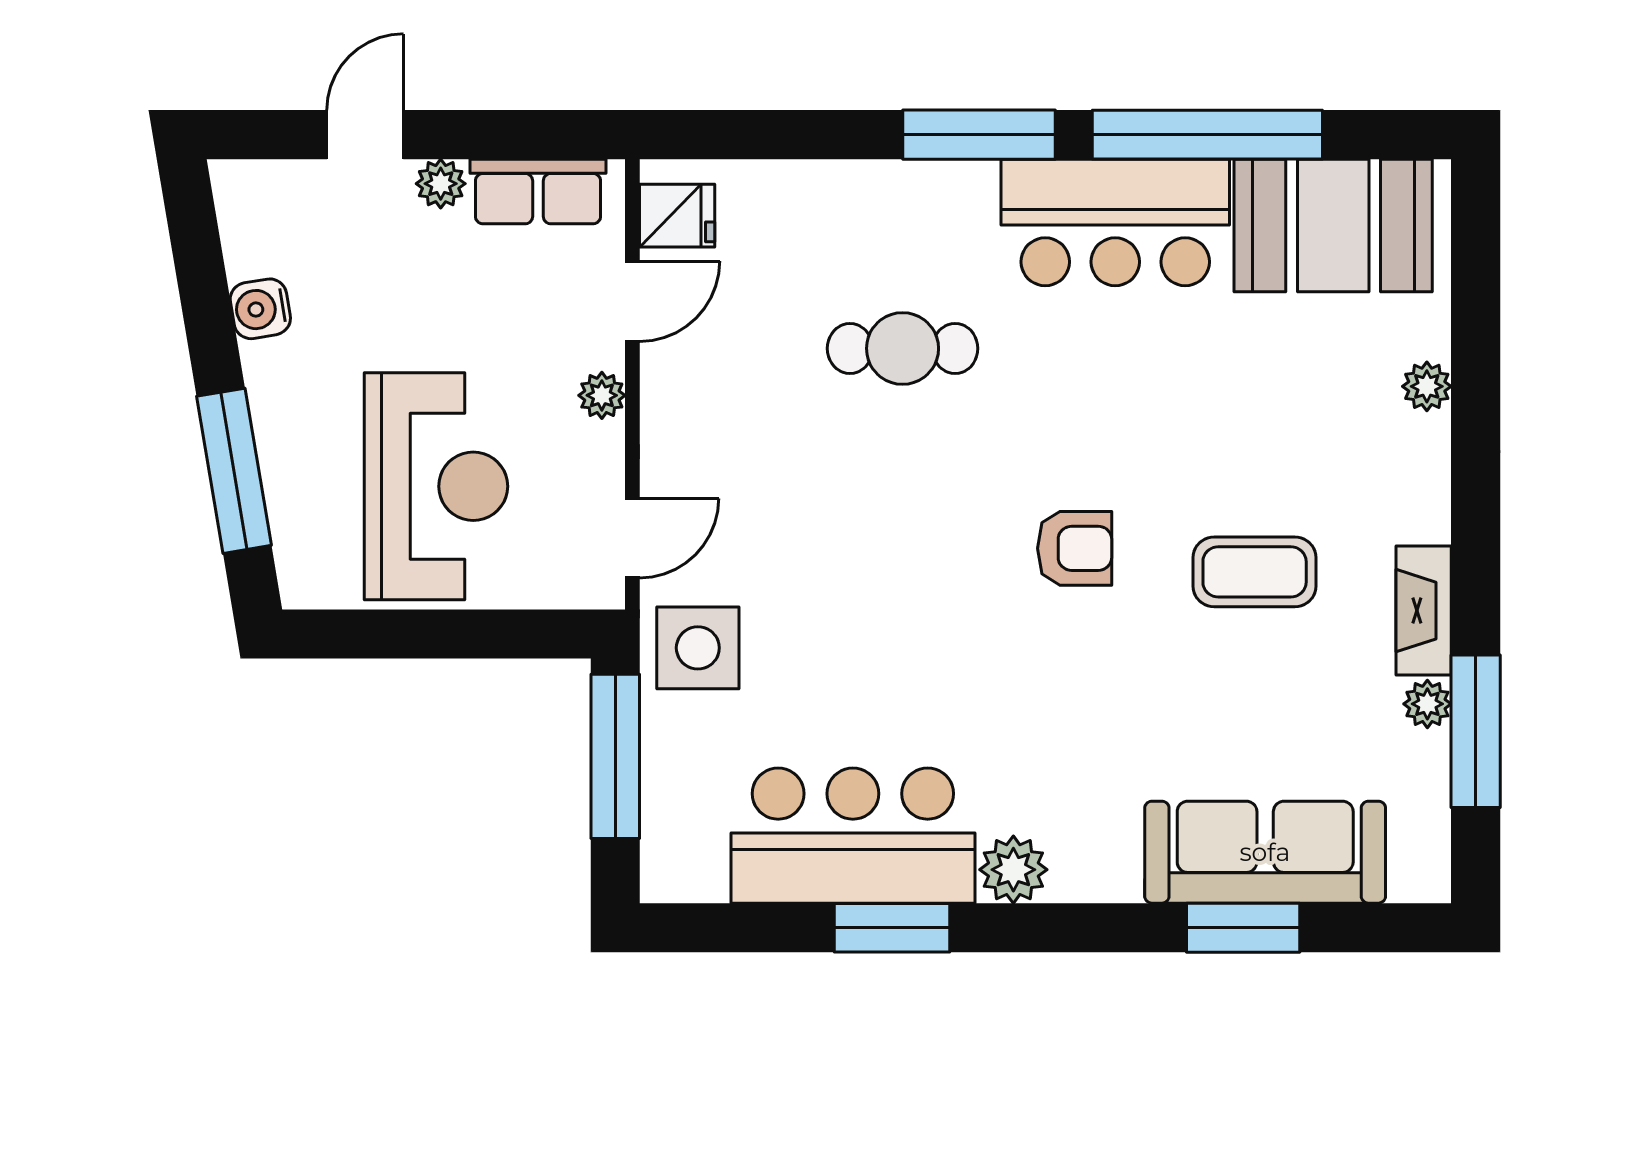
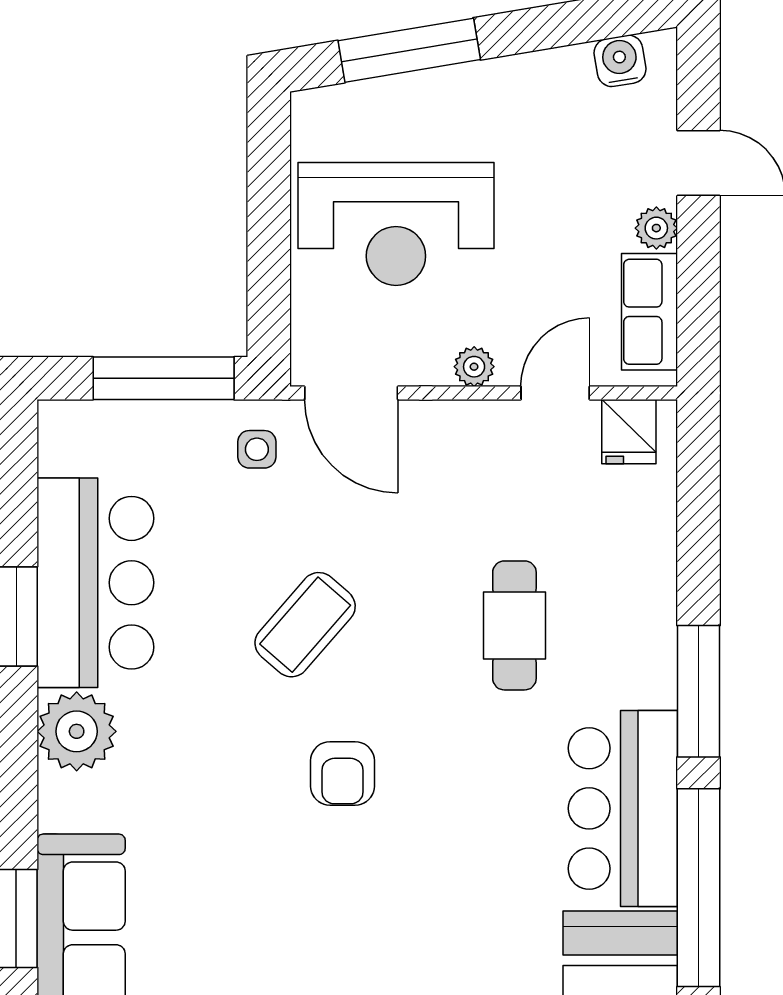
door: (632, 301) -> (555, 393), swing flipped
water cooler: (260, 309) -> (620, 61), moved
door: (632, 538) -> (351, 393), width x1.37
coffee table: (1255, 572) -> (305, 625), moved, turned 41
side table: (698, 648) -> (257, 449), width x0.54, depth x0.54
plant: (1013, 870) -> (77, 731), width x1.36, depth x1.36

